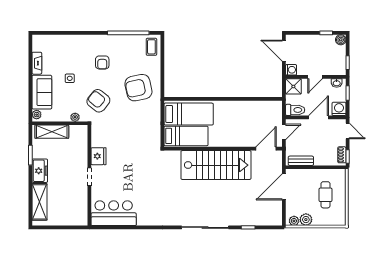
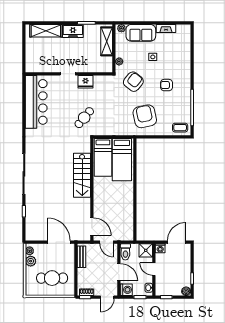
cafe table: (140, 158) -> (84, 118), added
stairs: (216, 165) -> (82, 175), width x0.73, depth x0.66
cafe table: (325, 195) -> (52, 278), width x1.37, depth x1.35
bar counter: (114, 213) -> (36, 102), width x1.36

